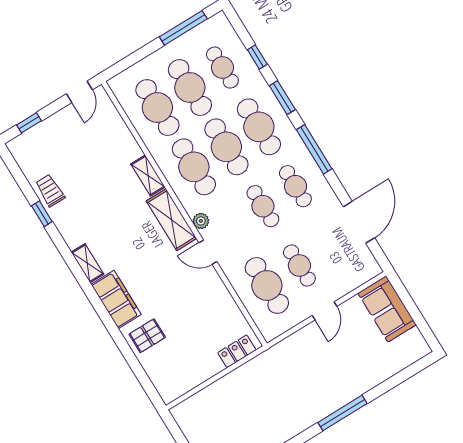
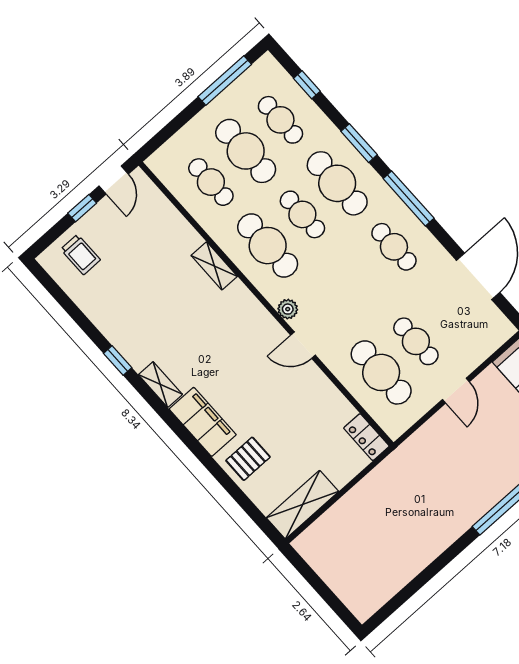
window: (257, 57) -> (307, 85), moved
cafe table: (157, 108) -> (211, 182), width x0.73, depth x0.74
window: (29, 123) -> (82, 208), moved
cafe table: (226, 147) -> (302, 214), width x0.73, depth x0.74
trolley: (50, 191) -> (81, 255), moved, turned 180
cafe table: (263, 206) -> (359, 278), removed
window: (42, 214) -> (118, 360), moved
shelving: (171, 220) -> (303, 505), moved, turned 90
locker: (237, 351) -> (366, 437), moved, turned -90

